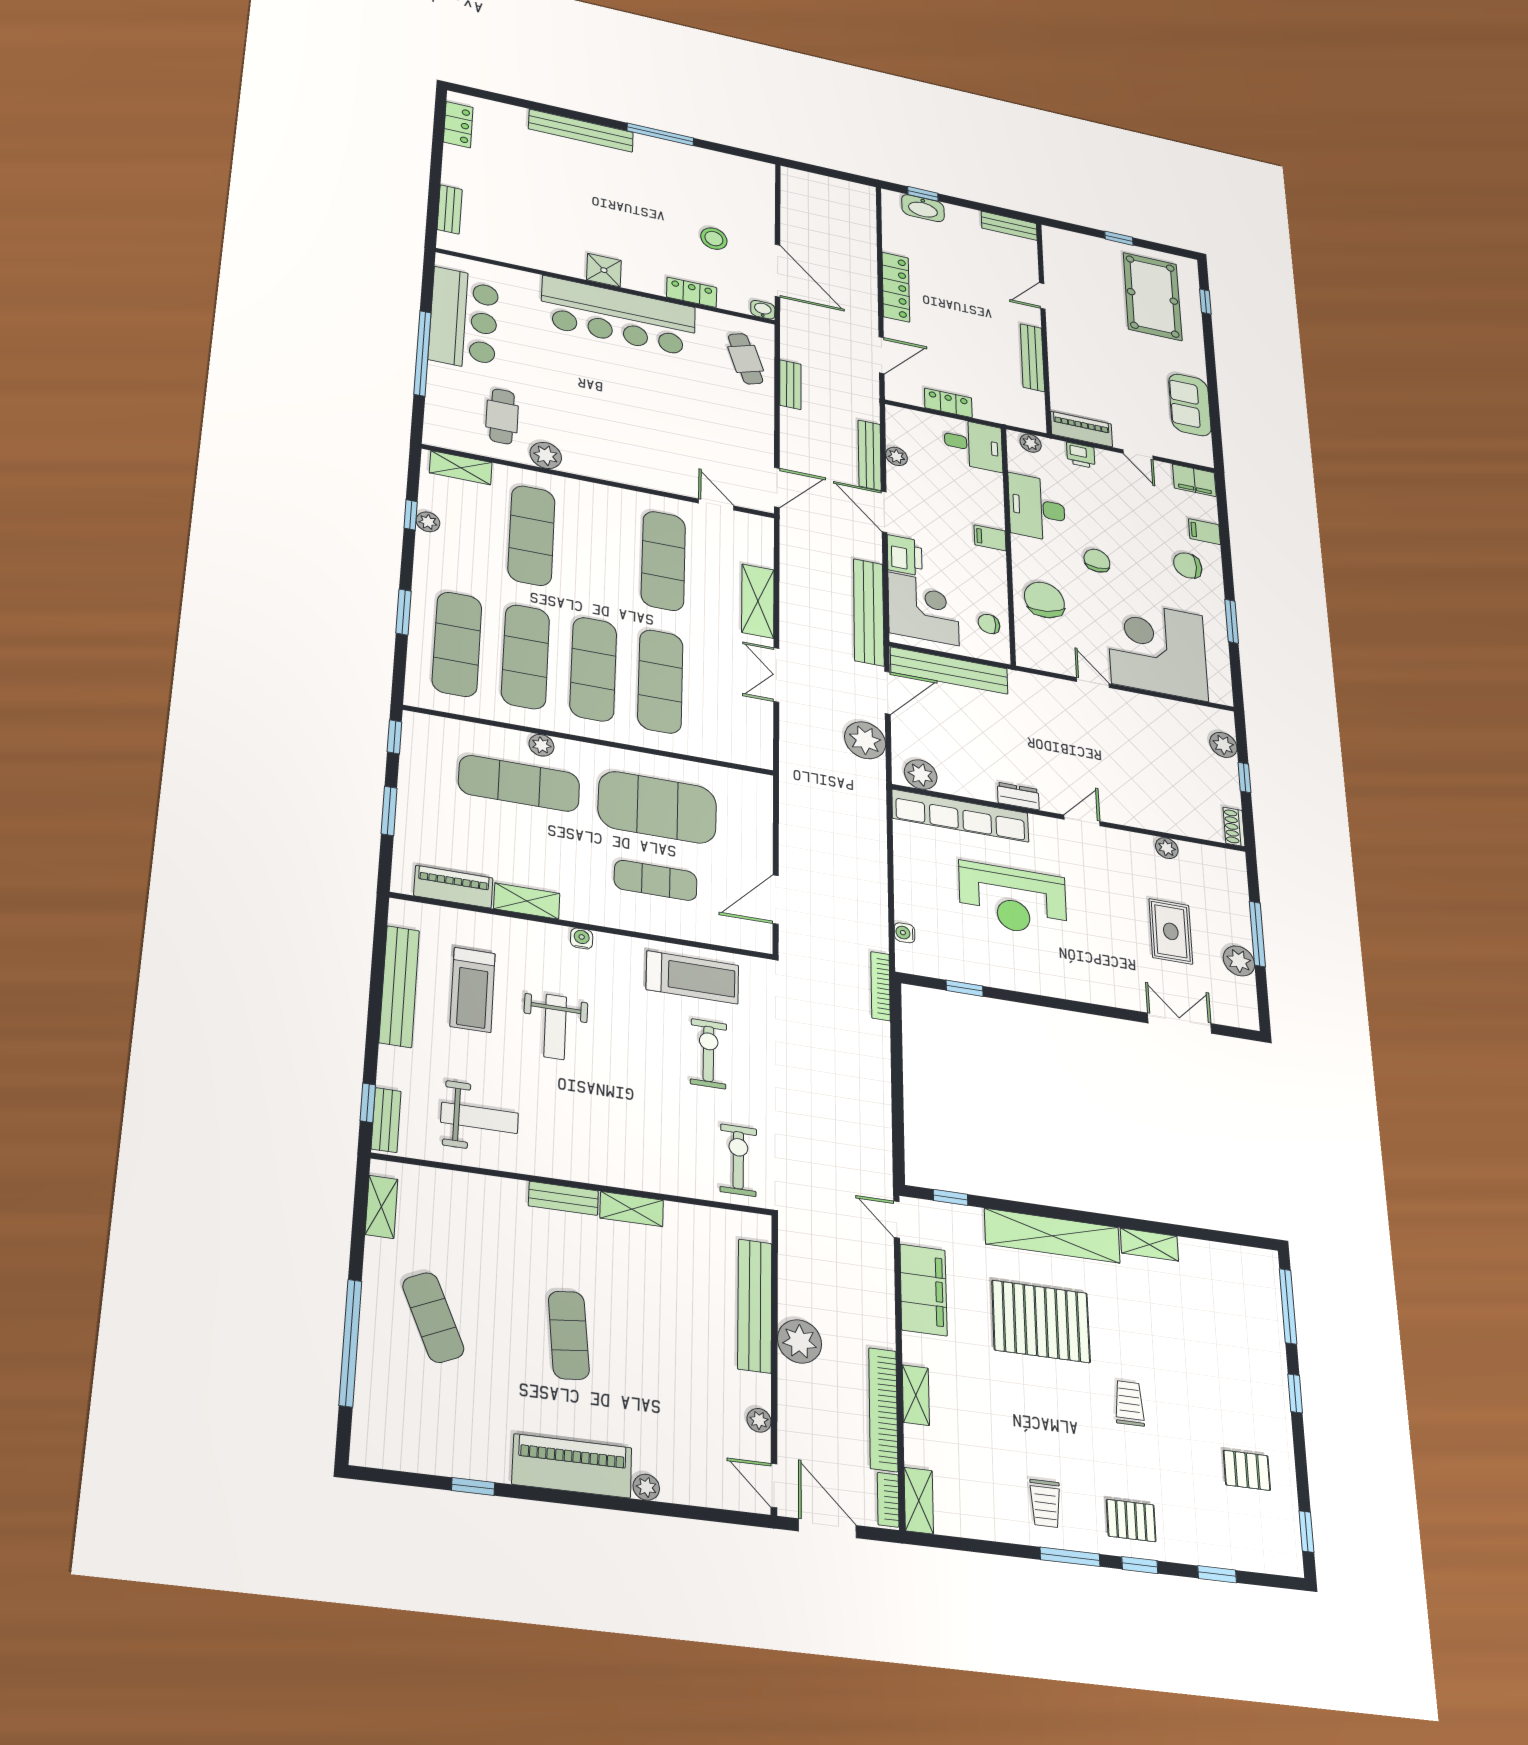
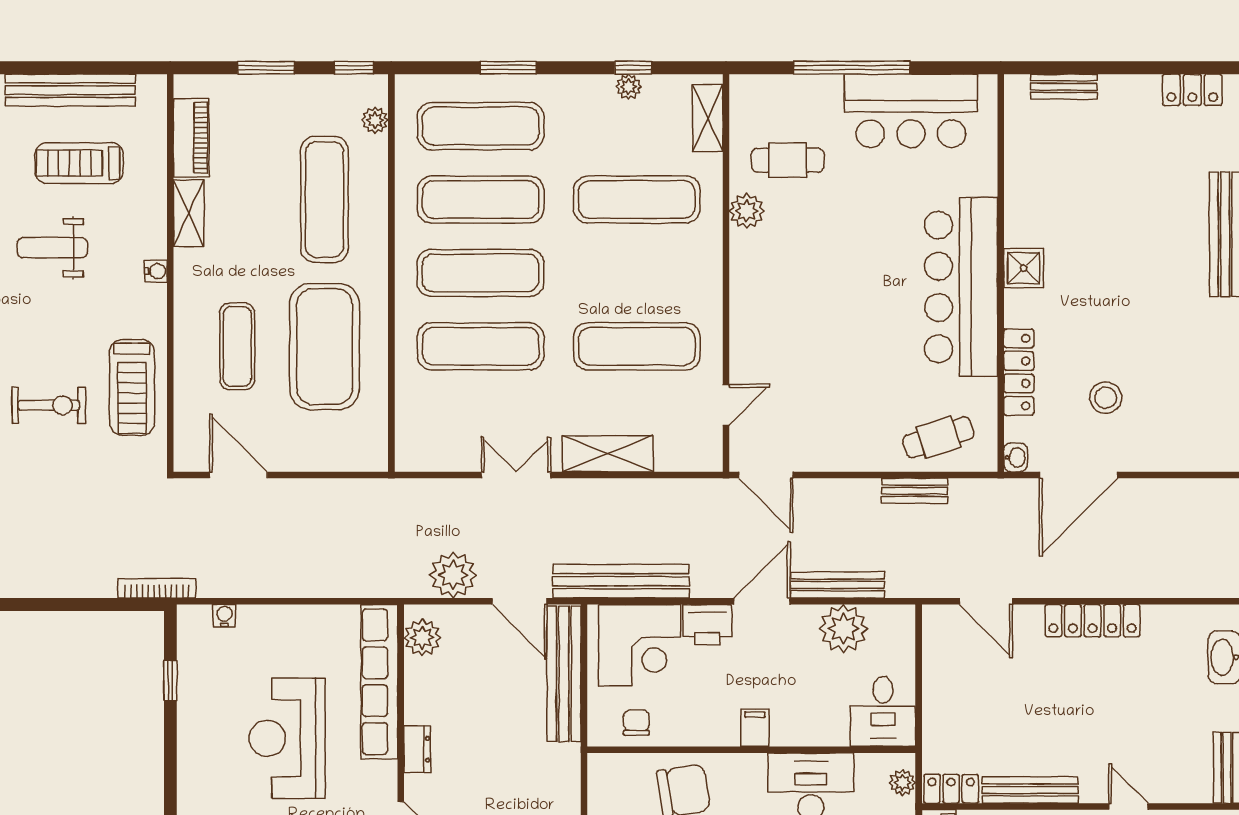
locker: (692, 292) -> (1019, 372), width x1.53
locker: (948, 403) -> (951, 789), moved, turned -90
plant: (897, 456) -> (843, 629), width x1.87, depth x1.87
plant: (541, 745) -> (375, 120), moved

